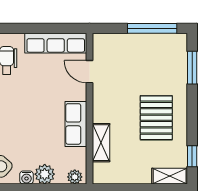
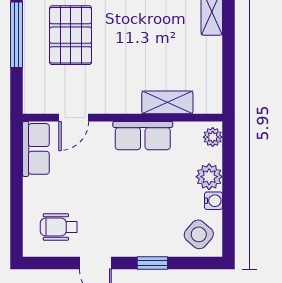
row of seats: (56, 43) -> (36, 149), width x0.68
pallet: (156, 118) -> (71, 35), moved, turned 90

